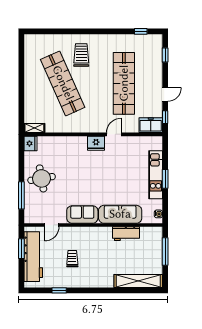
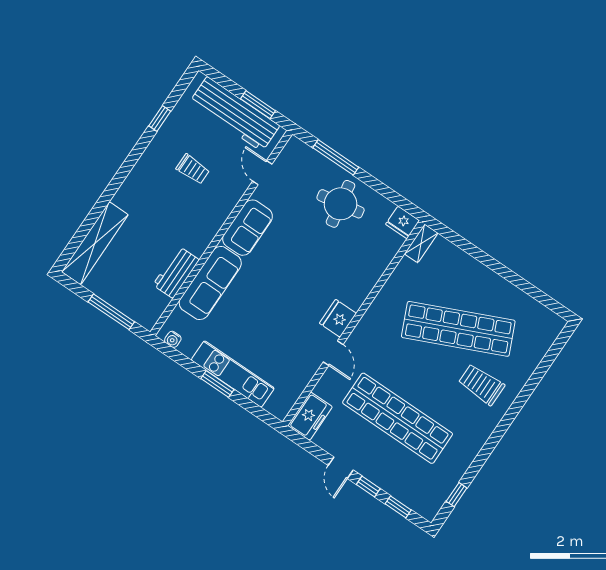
trolley: (81, 55) -> (481, 384), turned 180
window: (165, 117) -> (368, 486), moved

